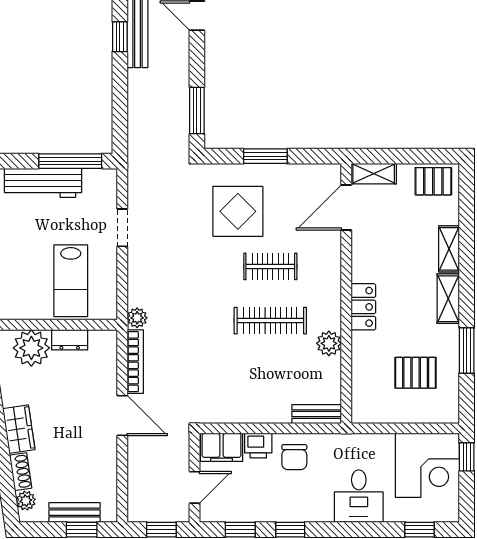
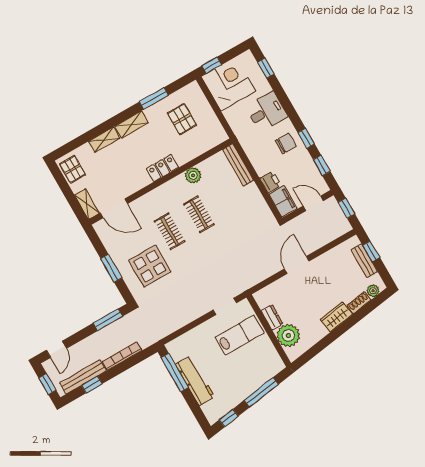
doorway: (122, 228) -> (225, 306), moved
plant: (137, 318) -> (239, 287), removed
clothes rail: (270, 321) -> (199, 214), width x0.73
bookcase: (135, 362) -> (122, 356), moved
bench: (317, 414) -> (238, 165), width x1.36
chair: (294, 457) -> (286, 143), moved

